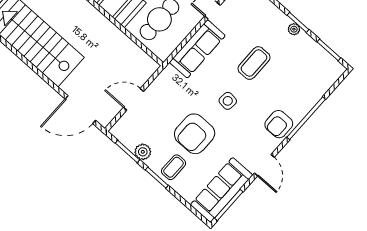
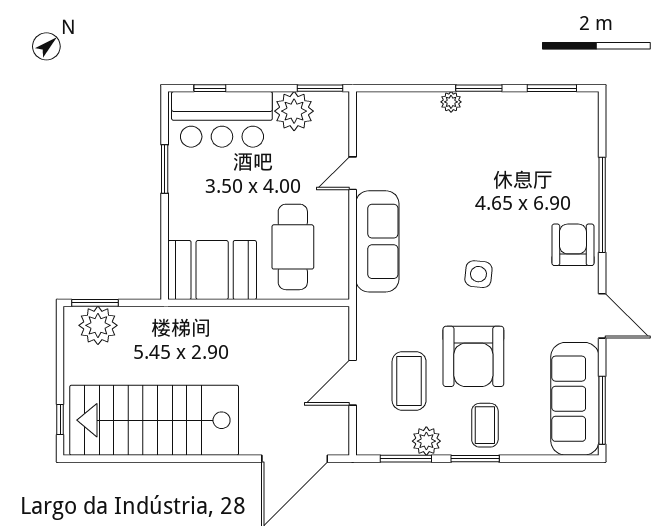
plant: (294, 29) -> (451, 102), moved
coffee table: (254, 63) -> (409, 381), moved
armchair: (279, 124) -> (573, 245), turned 180

